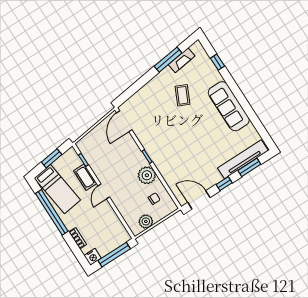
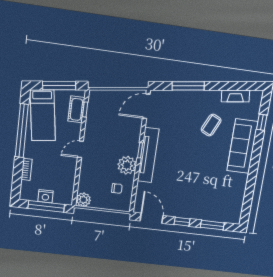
window: (168, 60) -> (188, 86), moved
sofa: (229, 106) -> (242, 146), moved
window: (52, 158) -> (59, 86), width x1.44
tv unit: (243, 159) -> (148, 155), moved, turned 90
cot: (85, 177) -> (76, 109), moved
plant: (146, 221) -> (83, 200), moved
nightstand: (93, 257) -> (45, 196), moved

